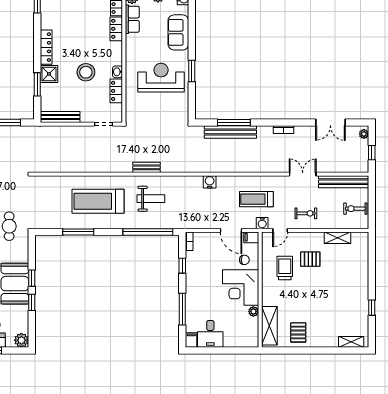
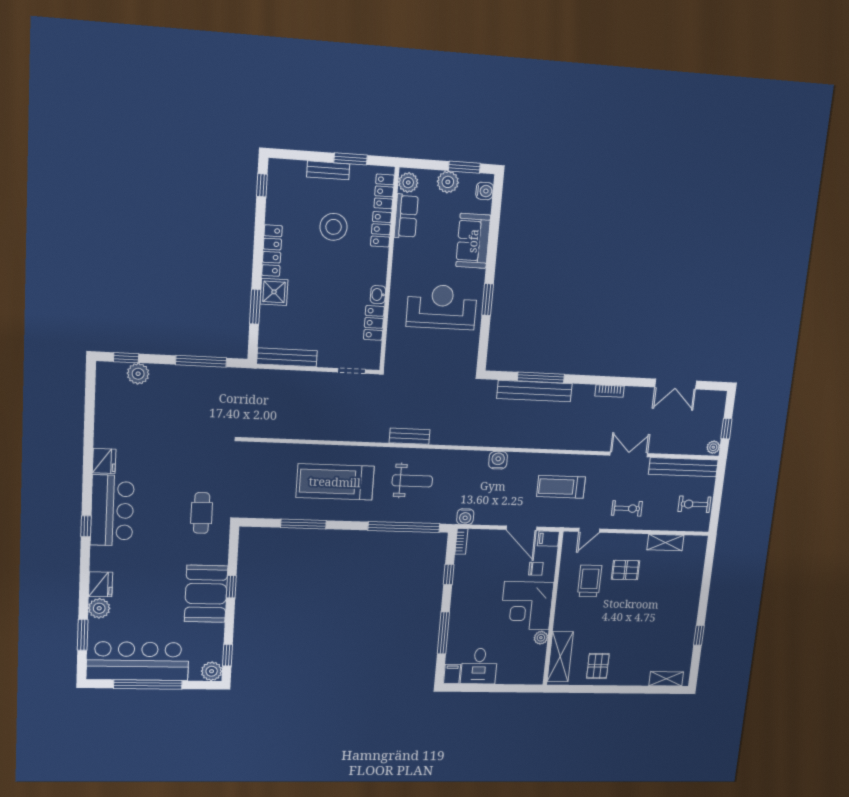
stool: (86, 72) -> (334, 227), moved
plant: (364, 134) -> (713, 447), moved
water cooler: (262, 223) -> (465, 517), moved
window: (32, 302) -> (227, 655), moved

